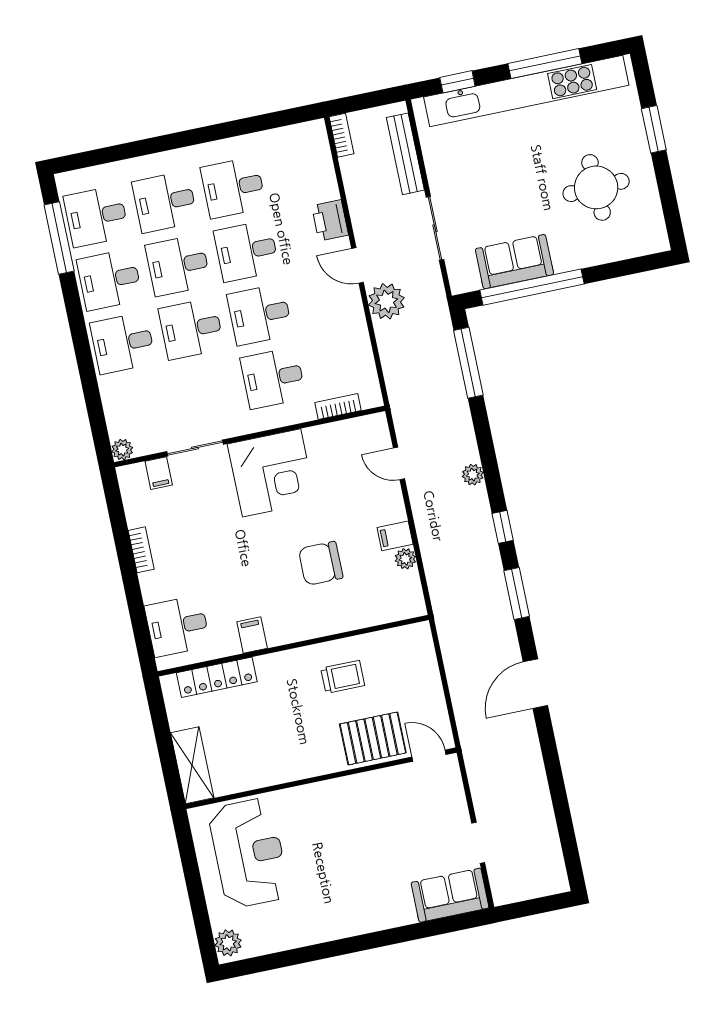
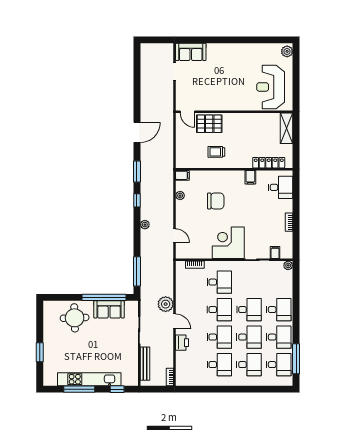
kitchen unit: (526, 91) -> (89, 379), width x0.73
round table: (596, 187) -> (75, 318), moved
filing cabinet: (395, 536) -> (182, 175), moved

